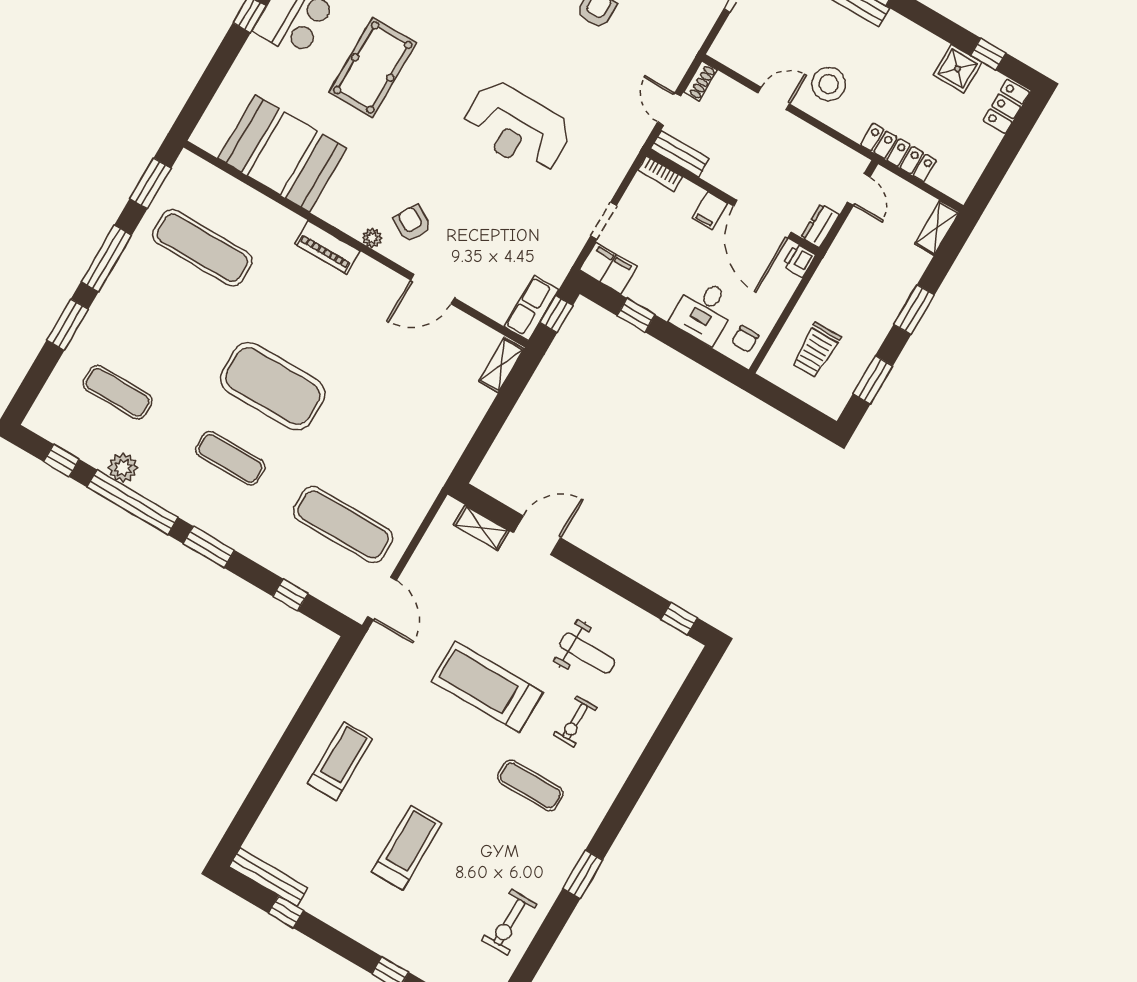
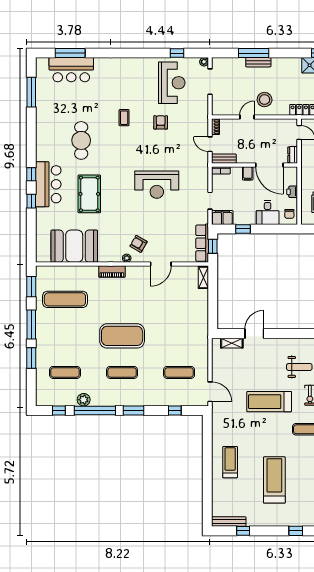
printer: (799, 260) -> (292, 192), moved
row of seats: (531, 308) -> (202, 243), width x1.48
exercise mat: (343, 525) -> (179, 372), width x0.73, depth x0.69
treadmill: (407, 848) -> (274, 480), width x1.37, depth x1.38

